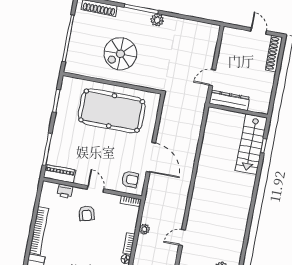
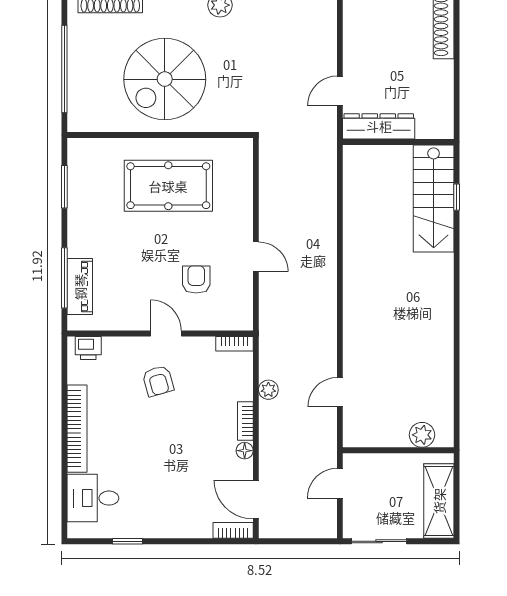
spiral stairs: (120, 54) -> (165, 79), width x1.37, depth x1.37
pool table: (112, 111) -> (168, 186), width x0.73, depth x0.76
door: (151, 157) -> (256, 257), width x0.53
piano: (60, 174) -> (80, 287), moved, turned 90
armchair: (130, 179) -> (196, 280), moved, turned -90
printer: (65, 191) -> (88, 348), moved

